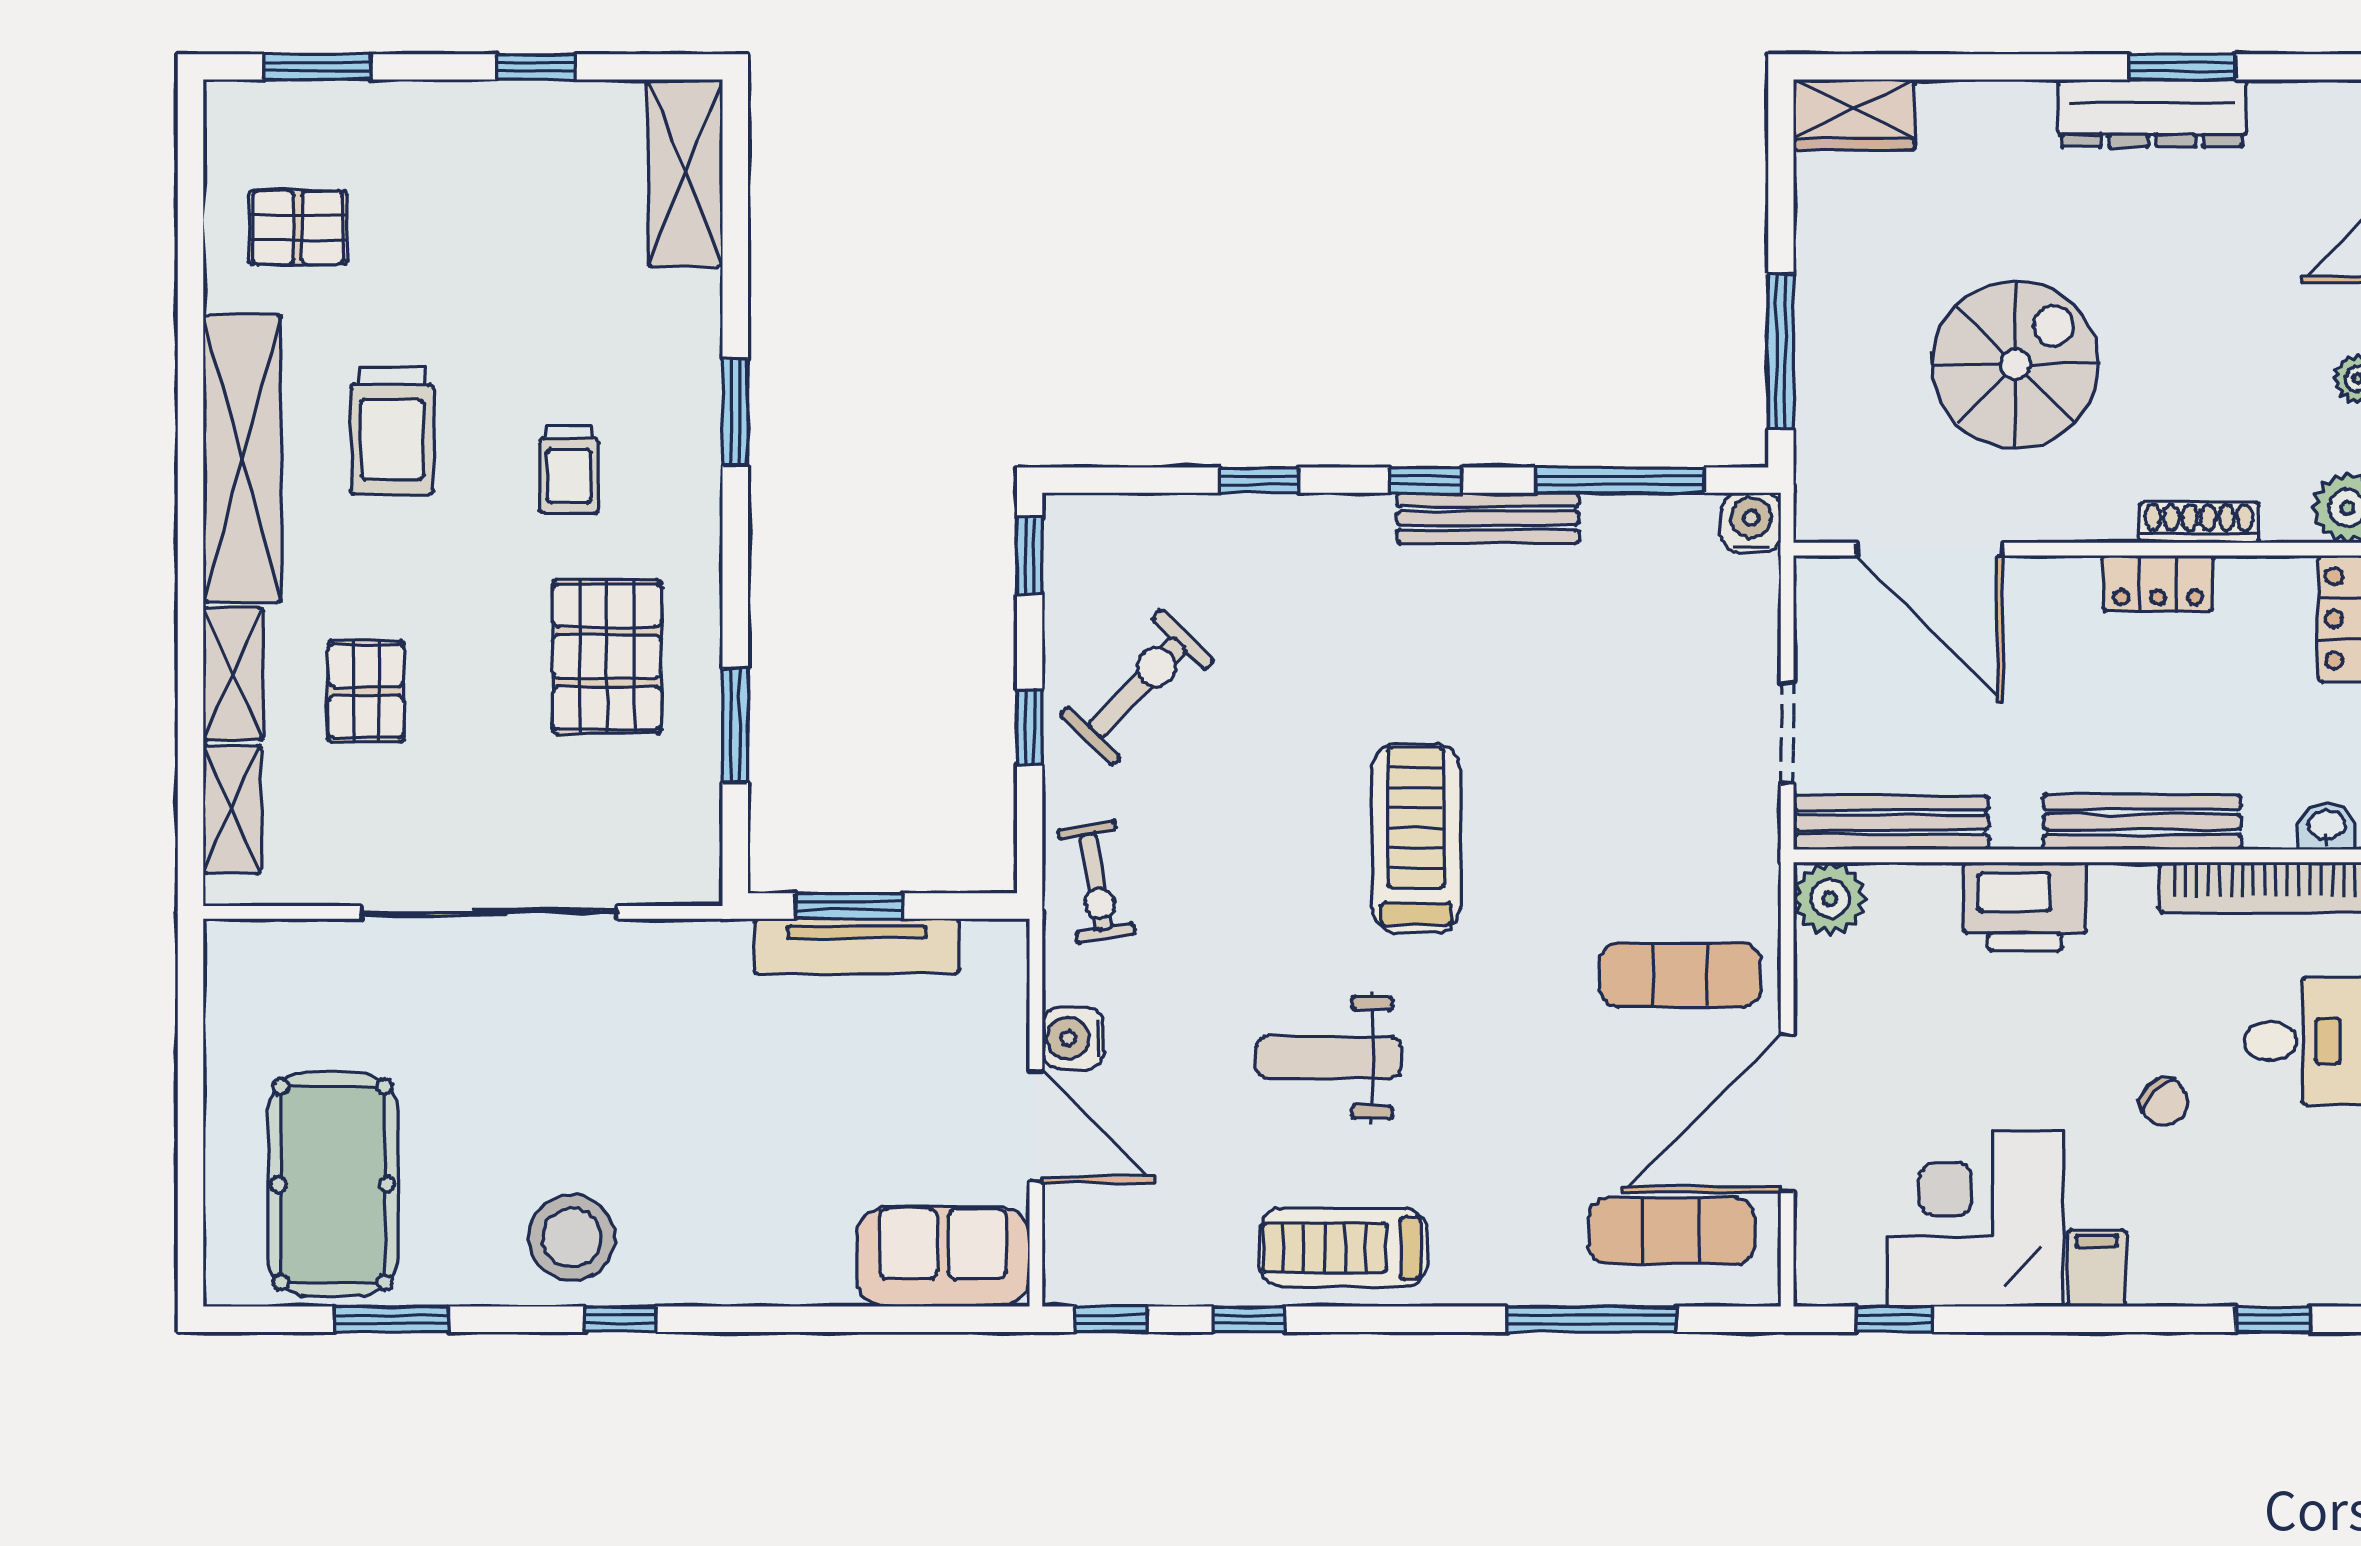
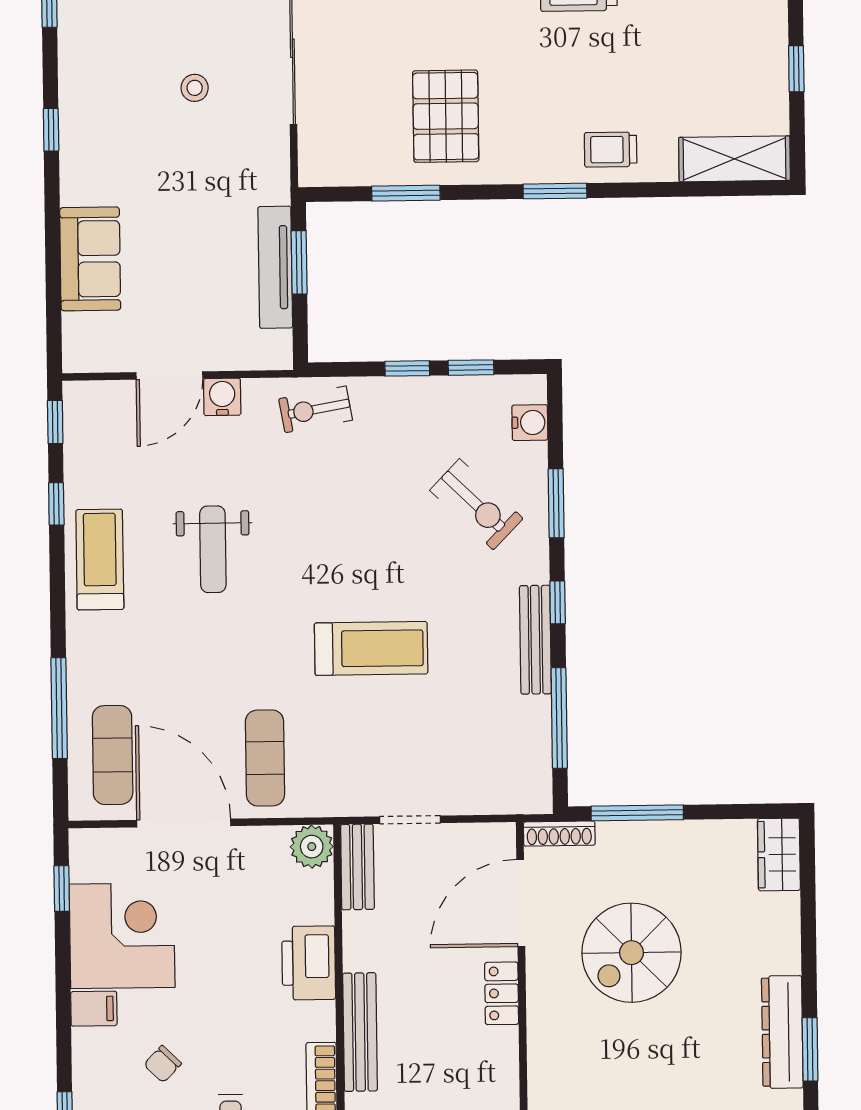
spiral stairs: (2015, 364) -> (631, 953), turned 90
window: (735, 412) -> (555, 191), moved
trolley: (569, 470) -> (611, 150), moved
window: (1259, 480) -> (556, 503), width x1.50
shoe rack: (2199, 522) -> (559, 834), moved, turned 90
water cooler: (1751, 523) -> (530, 423), moved
window: (1030, 556) -> (471, 368), moved
locker: (2158, 583) -> (502, 993), moved
pallet: (607, 657) -> (446, 116), turned 90
exercise bike: (1137, 687) -> (476, 504), moved
bench: (1891, 822) -> (357, 867), width x0.73
treadmill: (1416, 838) -> (371, 648), moved
weight bench: (1329, 1058) -> (213, 549), turned 180
chair: (2164, 1102) -> (163, 1064), moved
stool: (572, 1238) -> (195, 88), moved, width x0.53, depth x0.53
sofa: (943, 1257) -> (90, 259), moved

